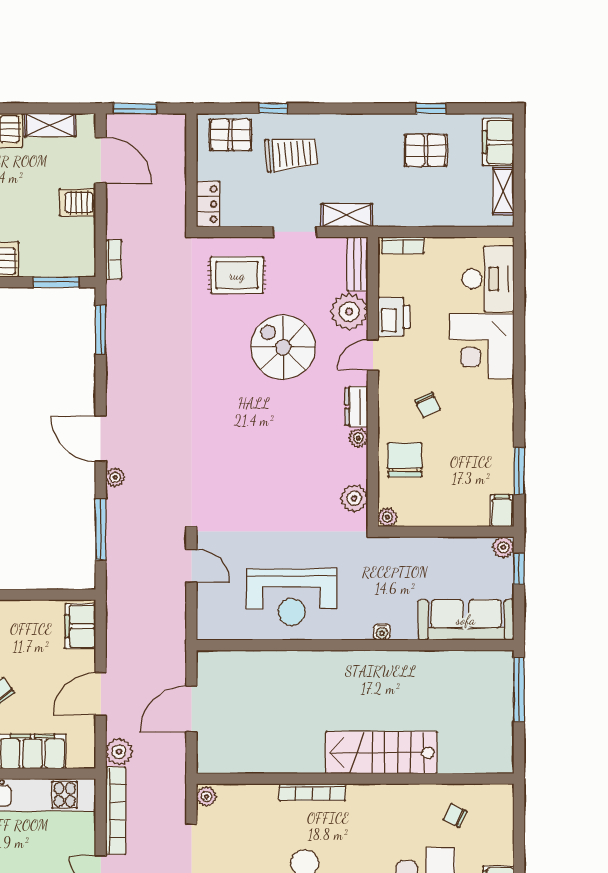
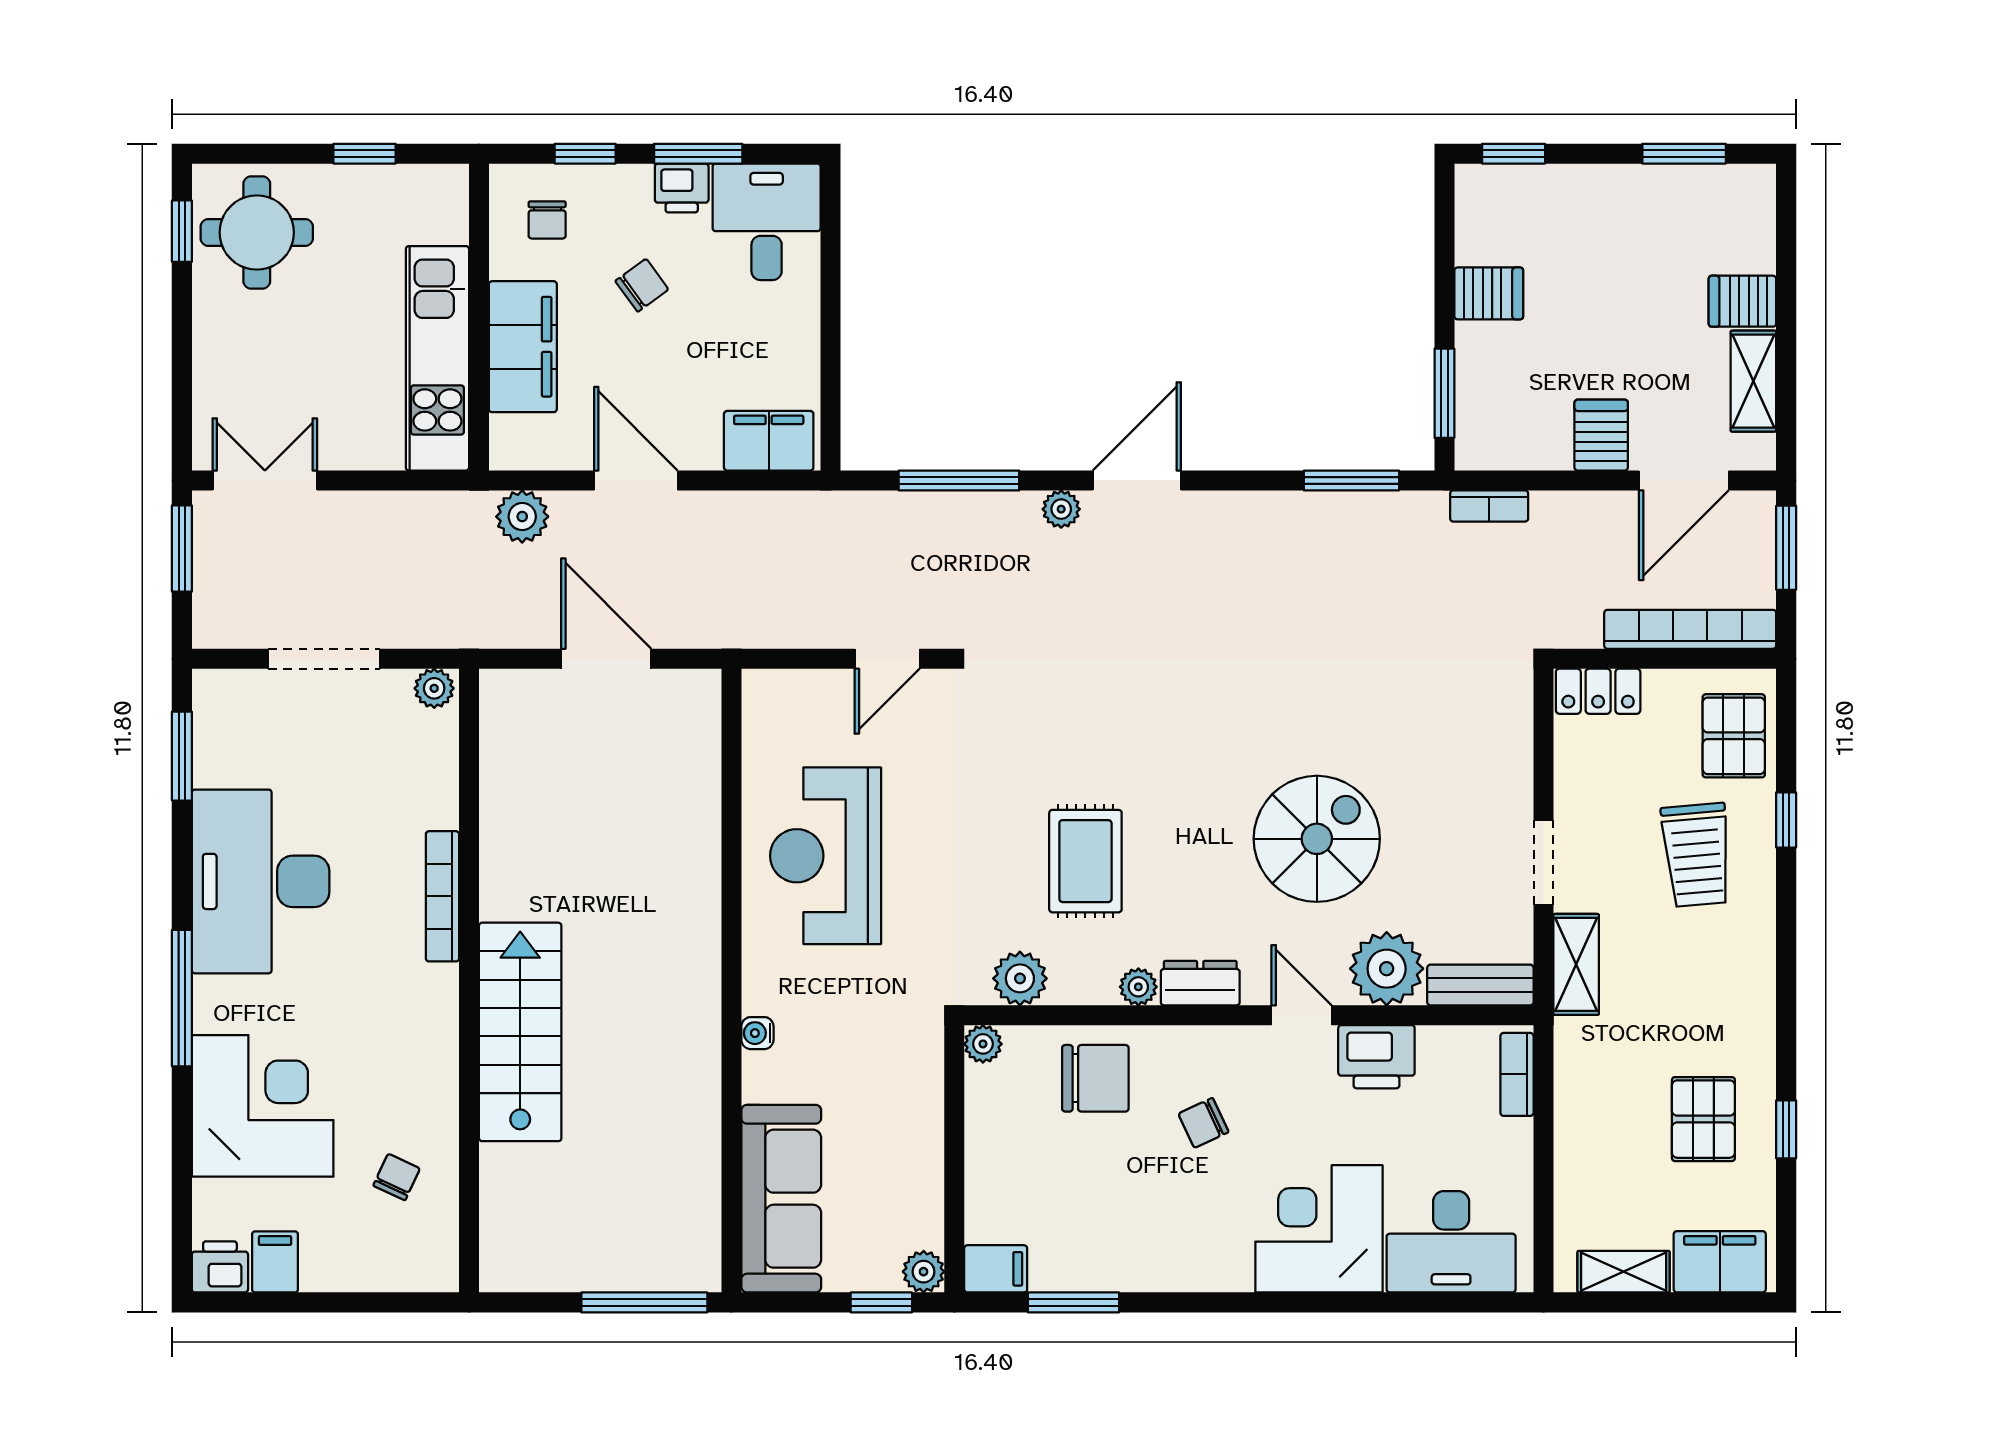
rug: (237, 275) -> (1085, 861), moved
bookcase: (116, 811) -> (1690, 629), moved, turned 180

